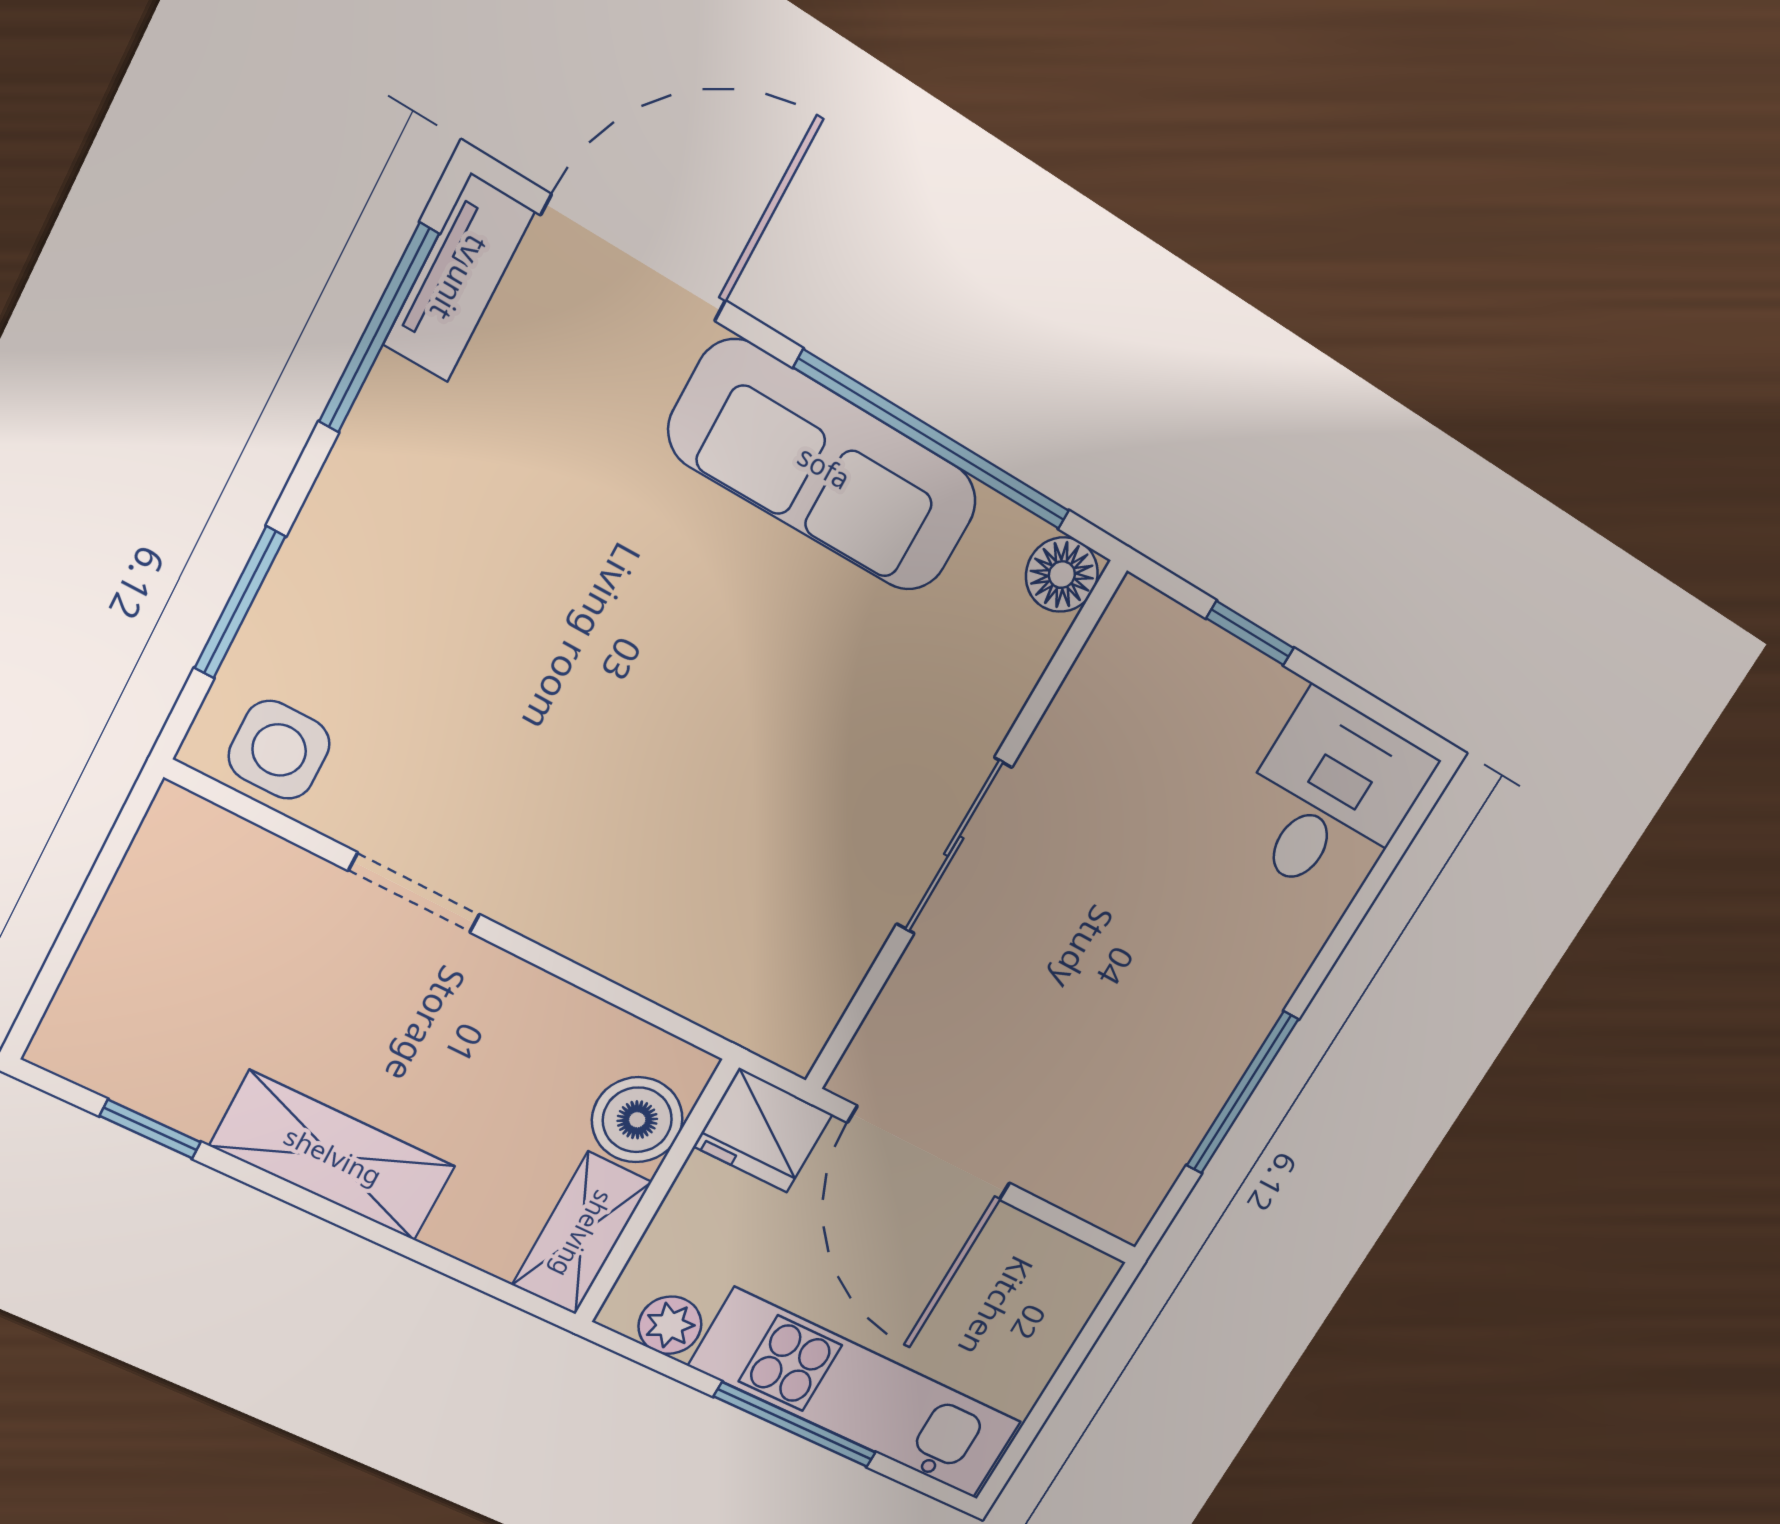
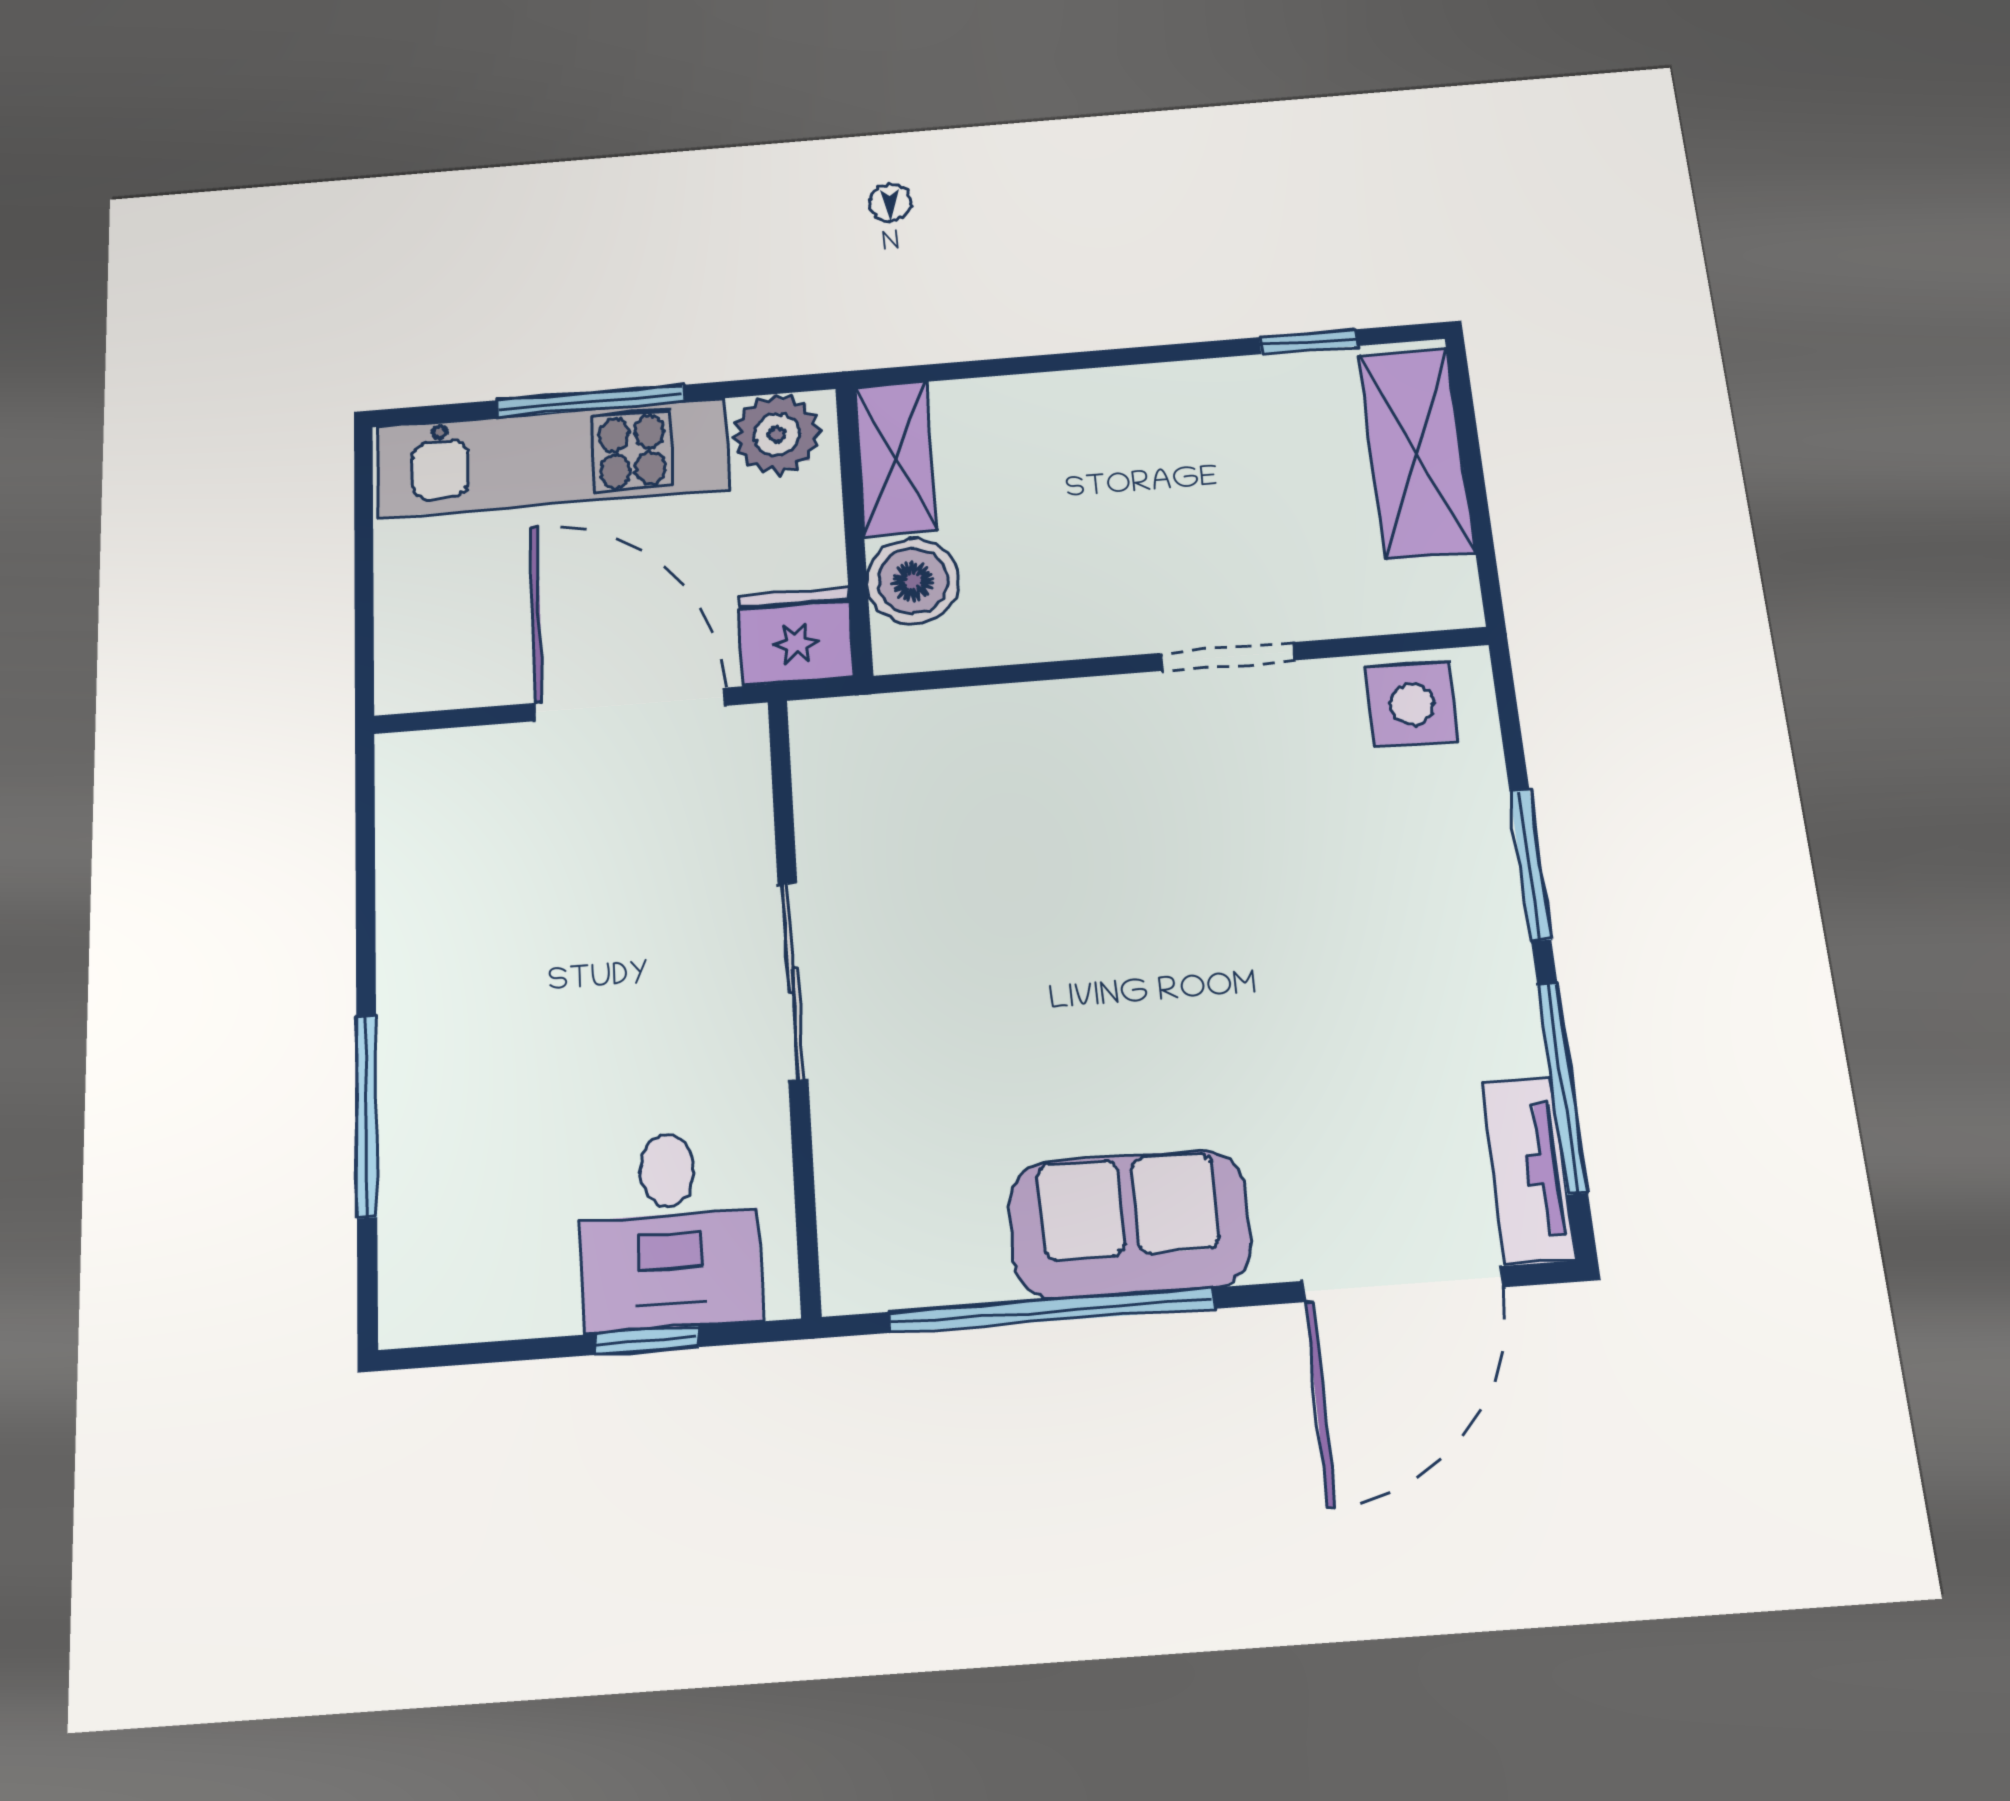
sofa: (824, 467) -> (1130, 1224), width x0.73
floor lamp: (1062, 575) -> (858, 1275), removed
window: (240, 602) -> (1530, 865), moved
desk: (1330, 799) -> (669, 1230), moved
window: (1242, 1093) -> (367, 1116), moved
shelving: (333, 1156) -> (1416, 453), moved, turned 90
plant: (670, 1325) -> (777, 434), width x1.38, depth x1.38

